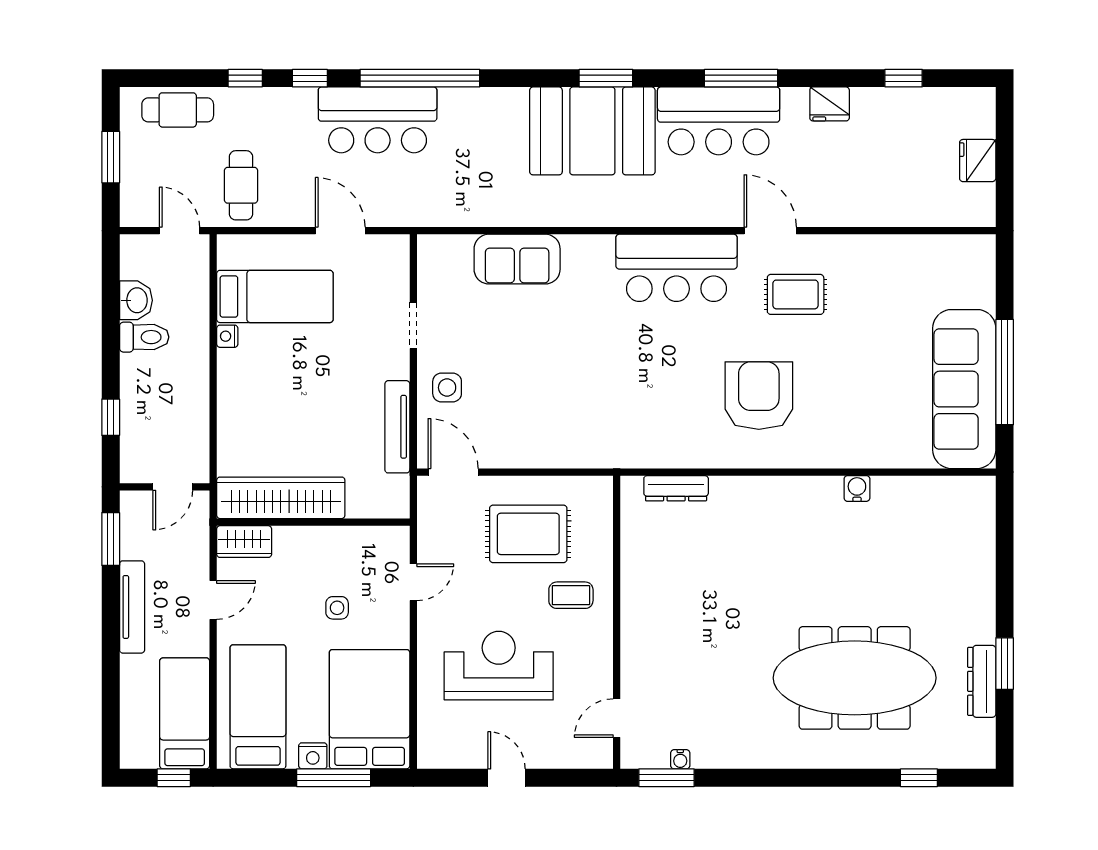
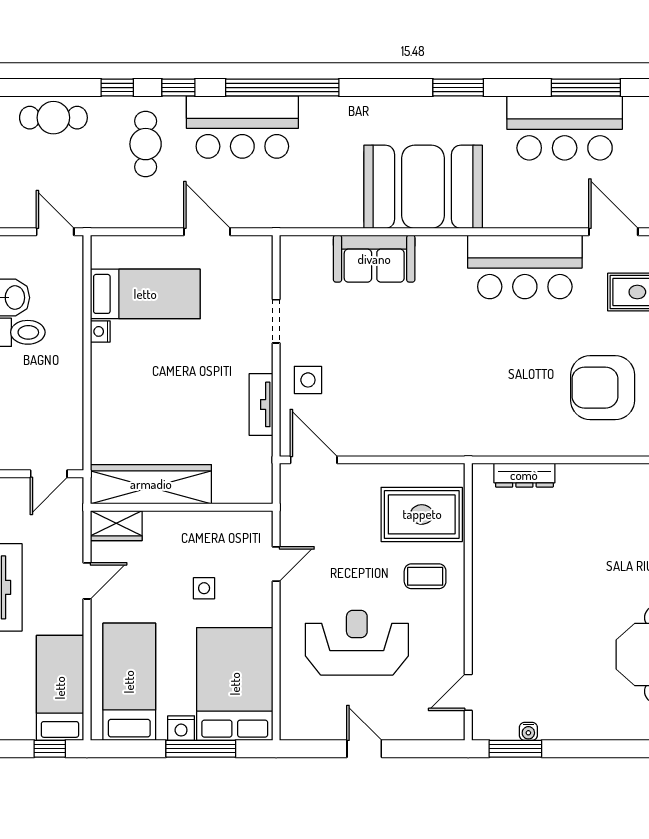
booth: (592, 131) -> (423, 187), moved
cafe table: (241, 185) -> (146, 144), moved
armchair: (759, 396) -> (603, 388), turned -90
tv unit: (397, 427) -> (261, 404), width x0.71
rug: (528, 534) -> (422, 514), moved

